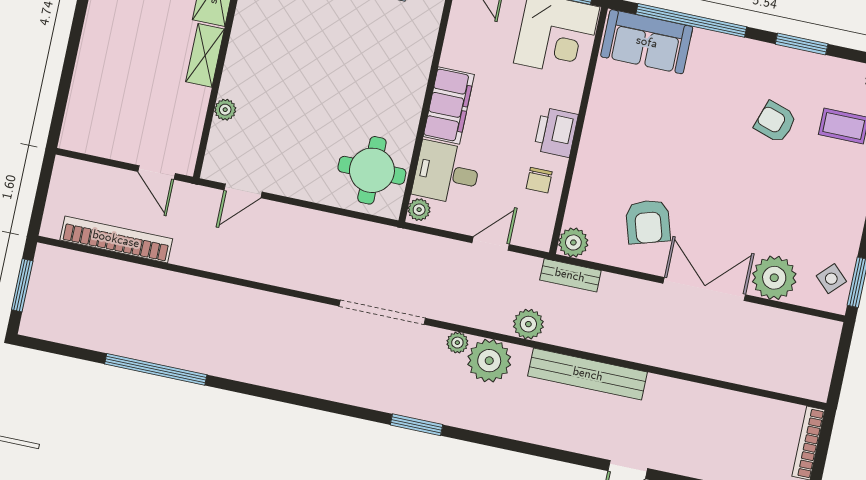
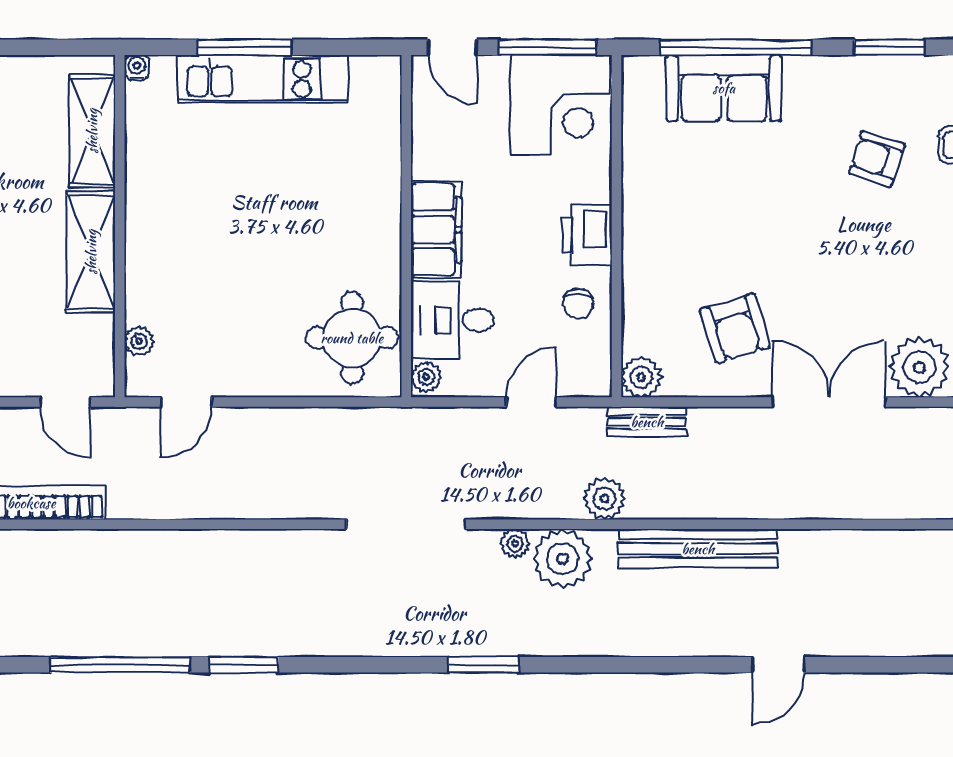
sofa: (647, 42) -> (724, 88), moved
shelving: (205, 55) -> (91, 252), width x1.50, depth x1.33
plant: (225, 110) -> (139, 341), moved
window: (244, 388) -> (244, 665), added

